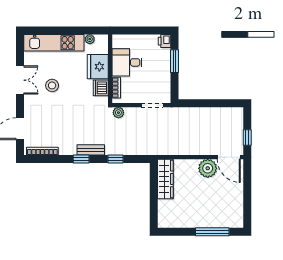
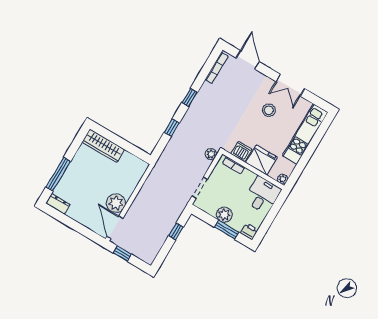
plant: (90, 39) -> (283, 179), moved
desk: (127, 62) -> (263, 195), moved
plant: (163, 71) -> (224, 215), added
window: (201, 103) -> (176, 231), added
bench: (91, 150) -> (193, 111), removed
door: (229, 157) -> (115, 227), hinge flipped
wardrobe: (165, 179) -> (103, 146), moved
dresser: (237, 217) -> (58, 204), added

